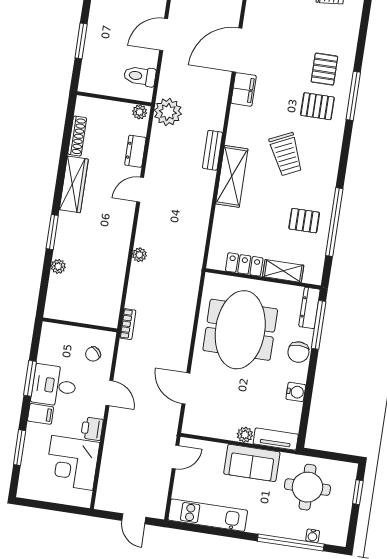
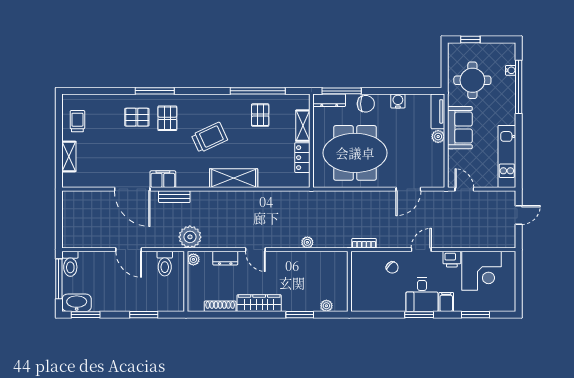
bench: (212, 150) -> (174, 197), moved
wall: (80, 325) -> (349, 281), moved

